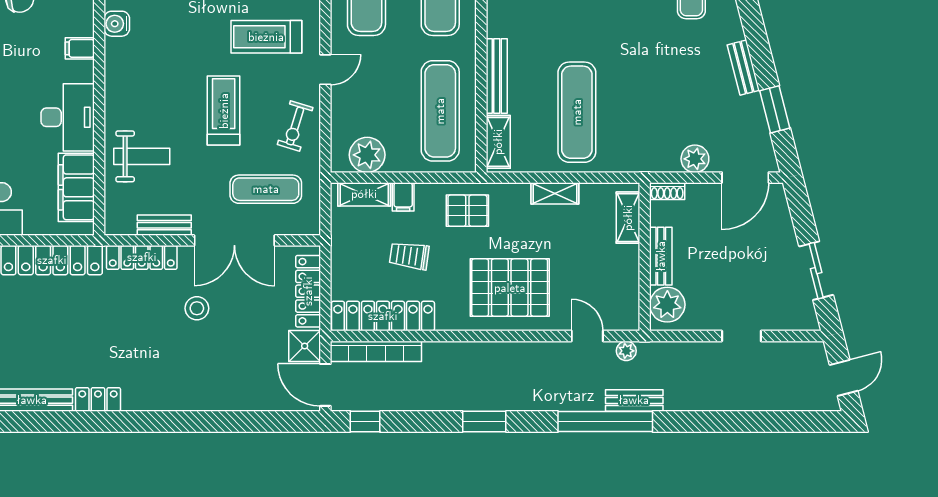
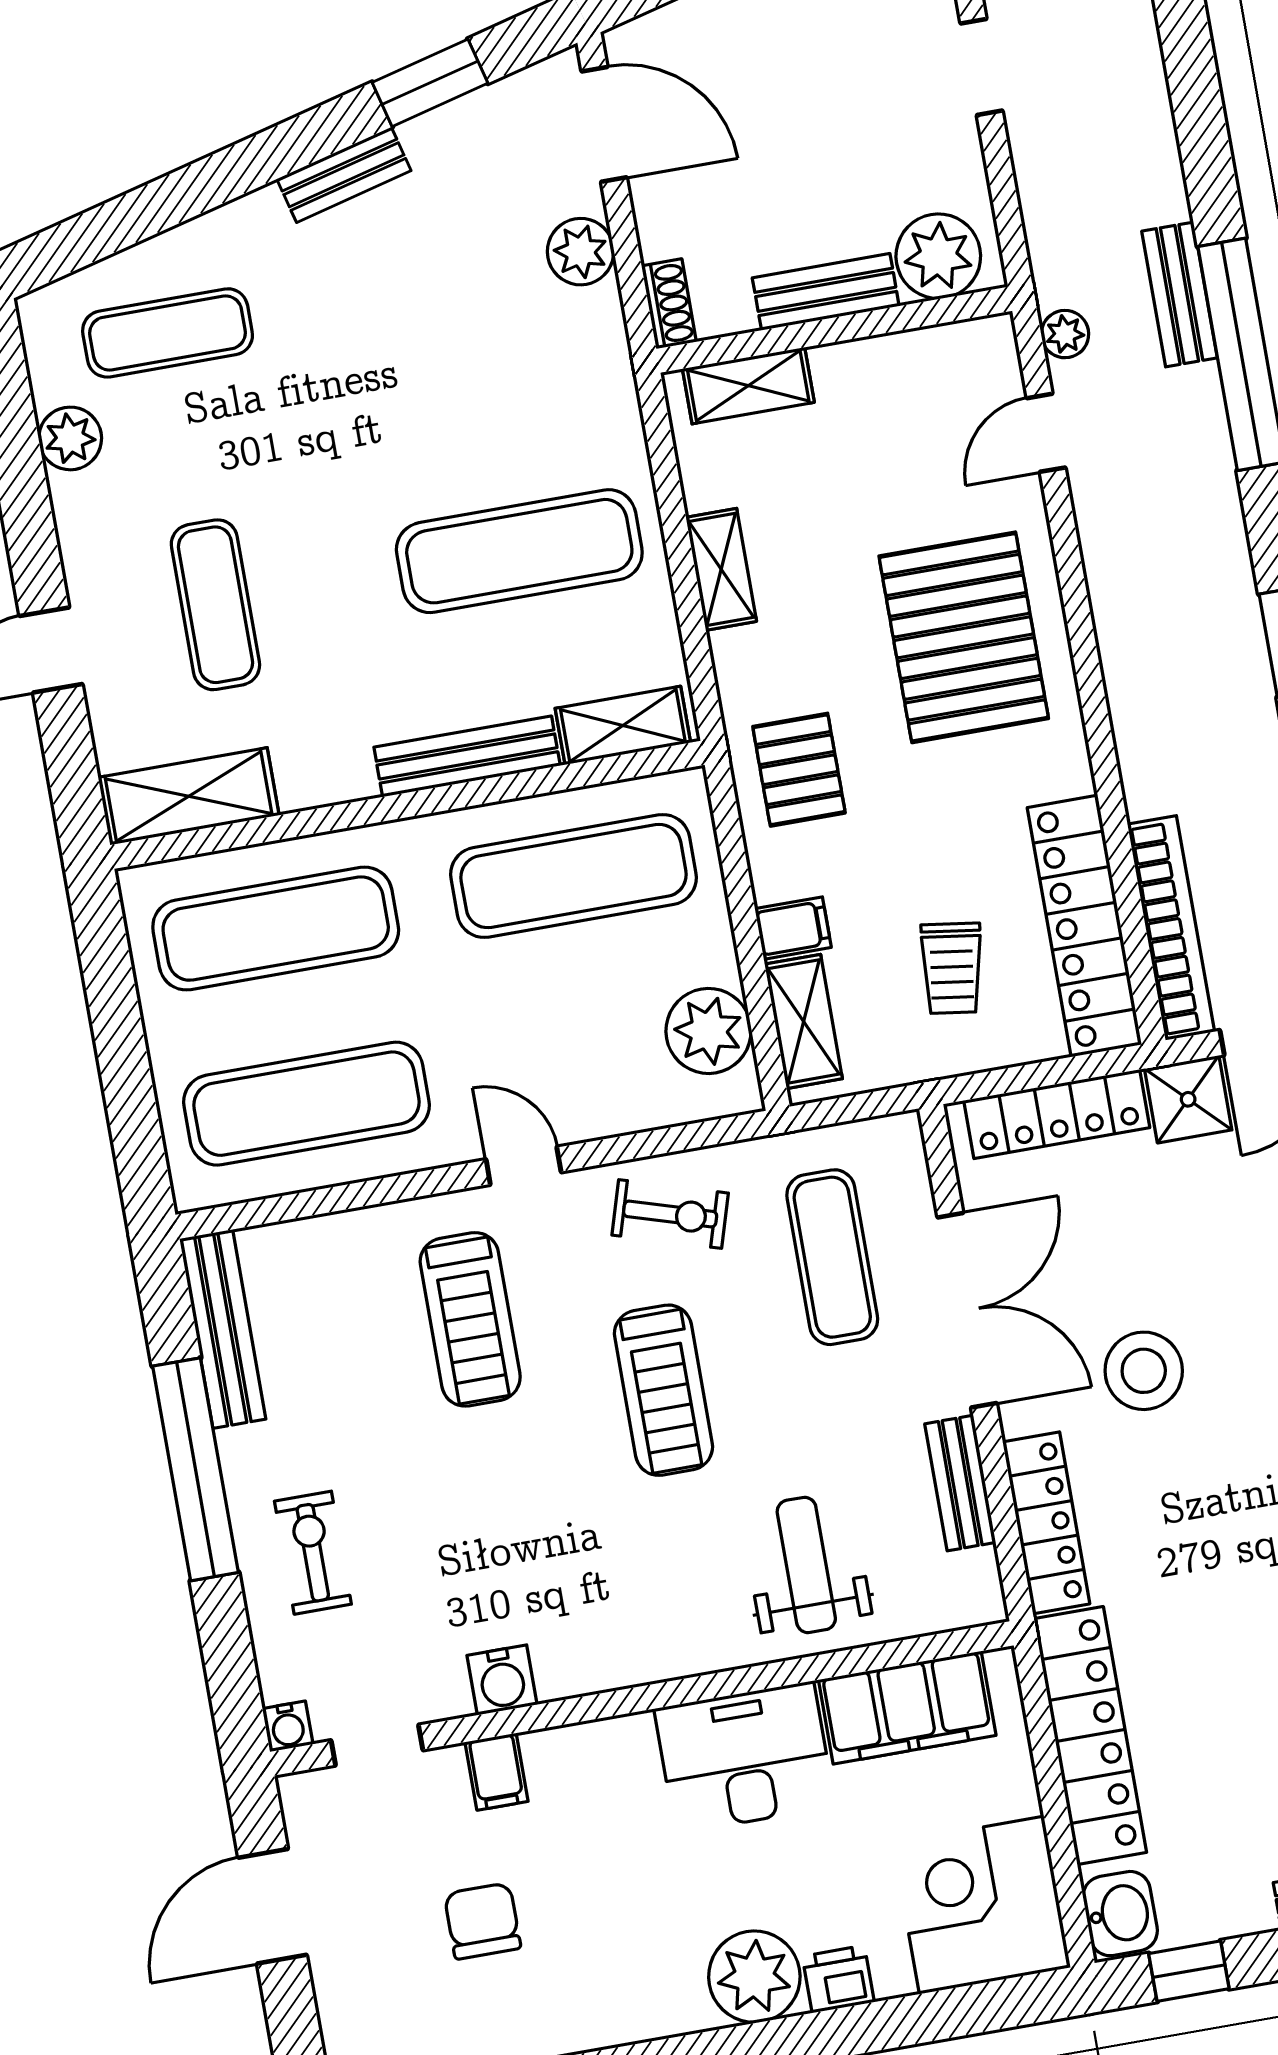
filing cabinet: (80, 48) -> (496, 1772), moved
treadmill: (224, 111) -> (663, 1390), turned -90
trolley: (409, 256) -> (952, 968), moved
stool: (197, 308) -> (1144, 1371), width x1.38, depth x1.38

